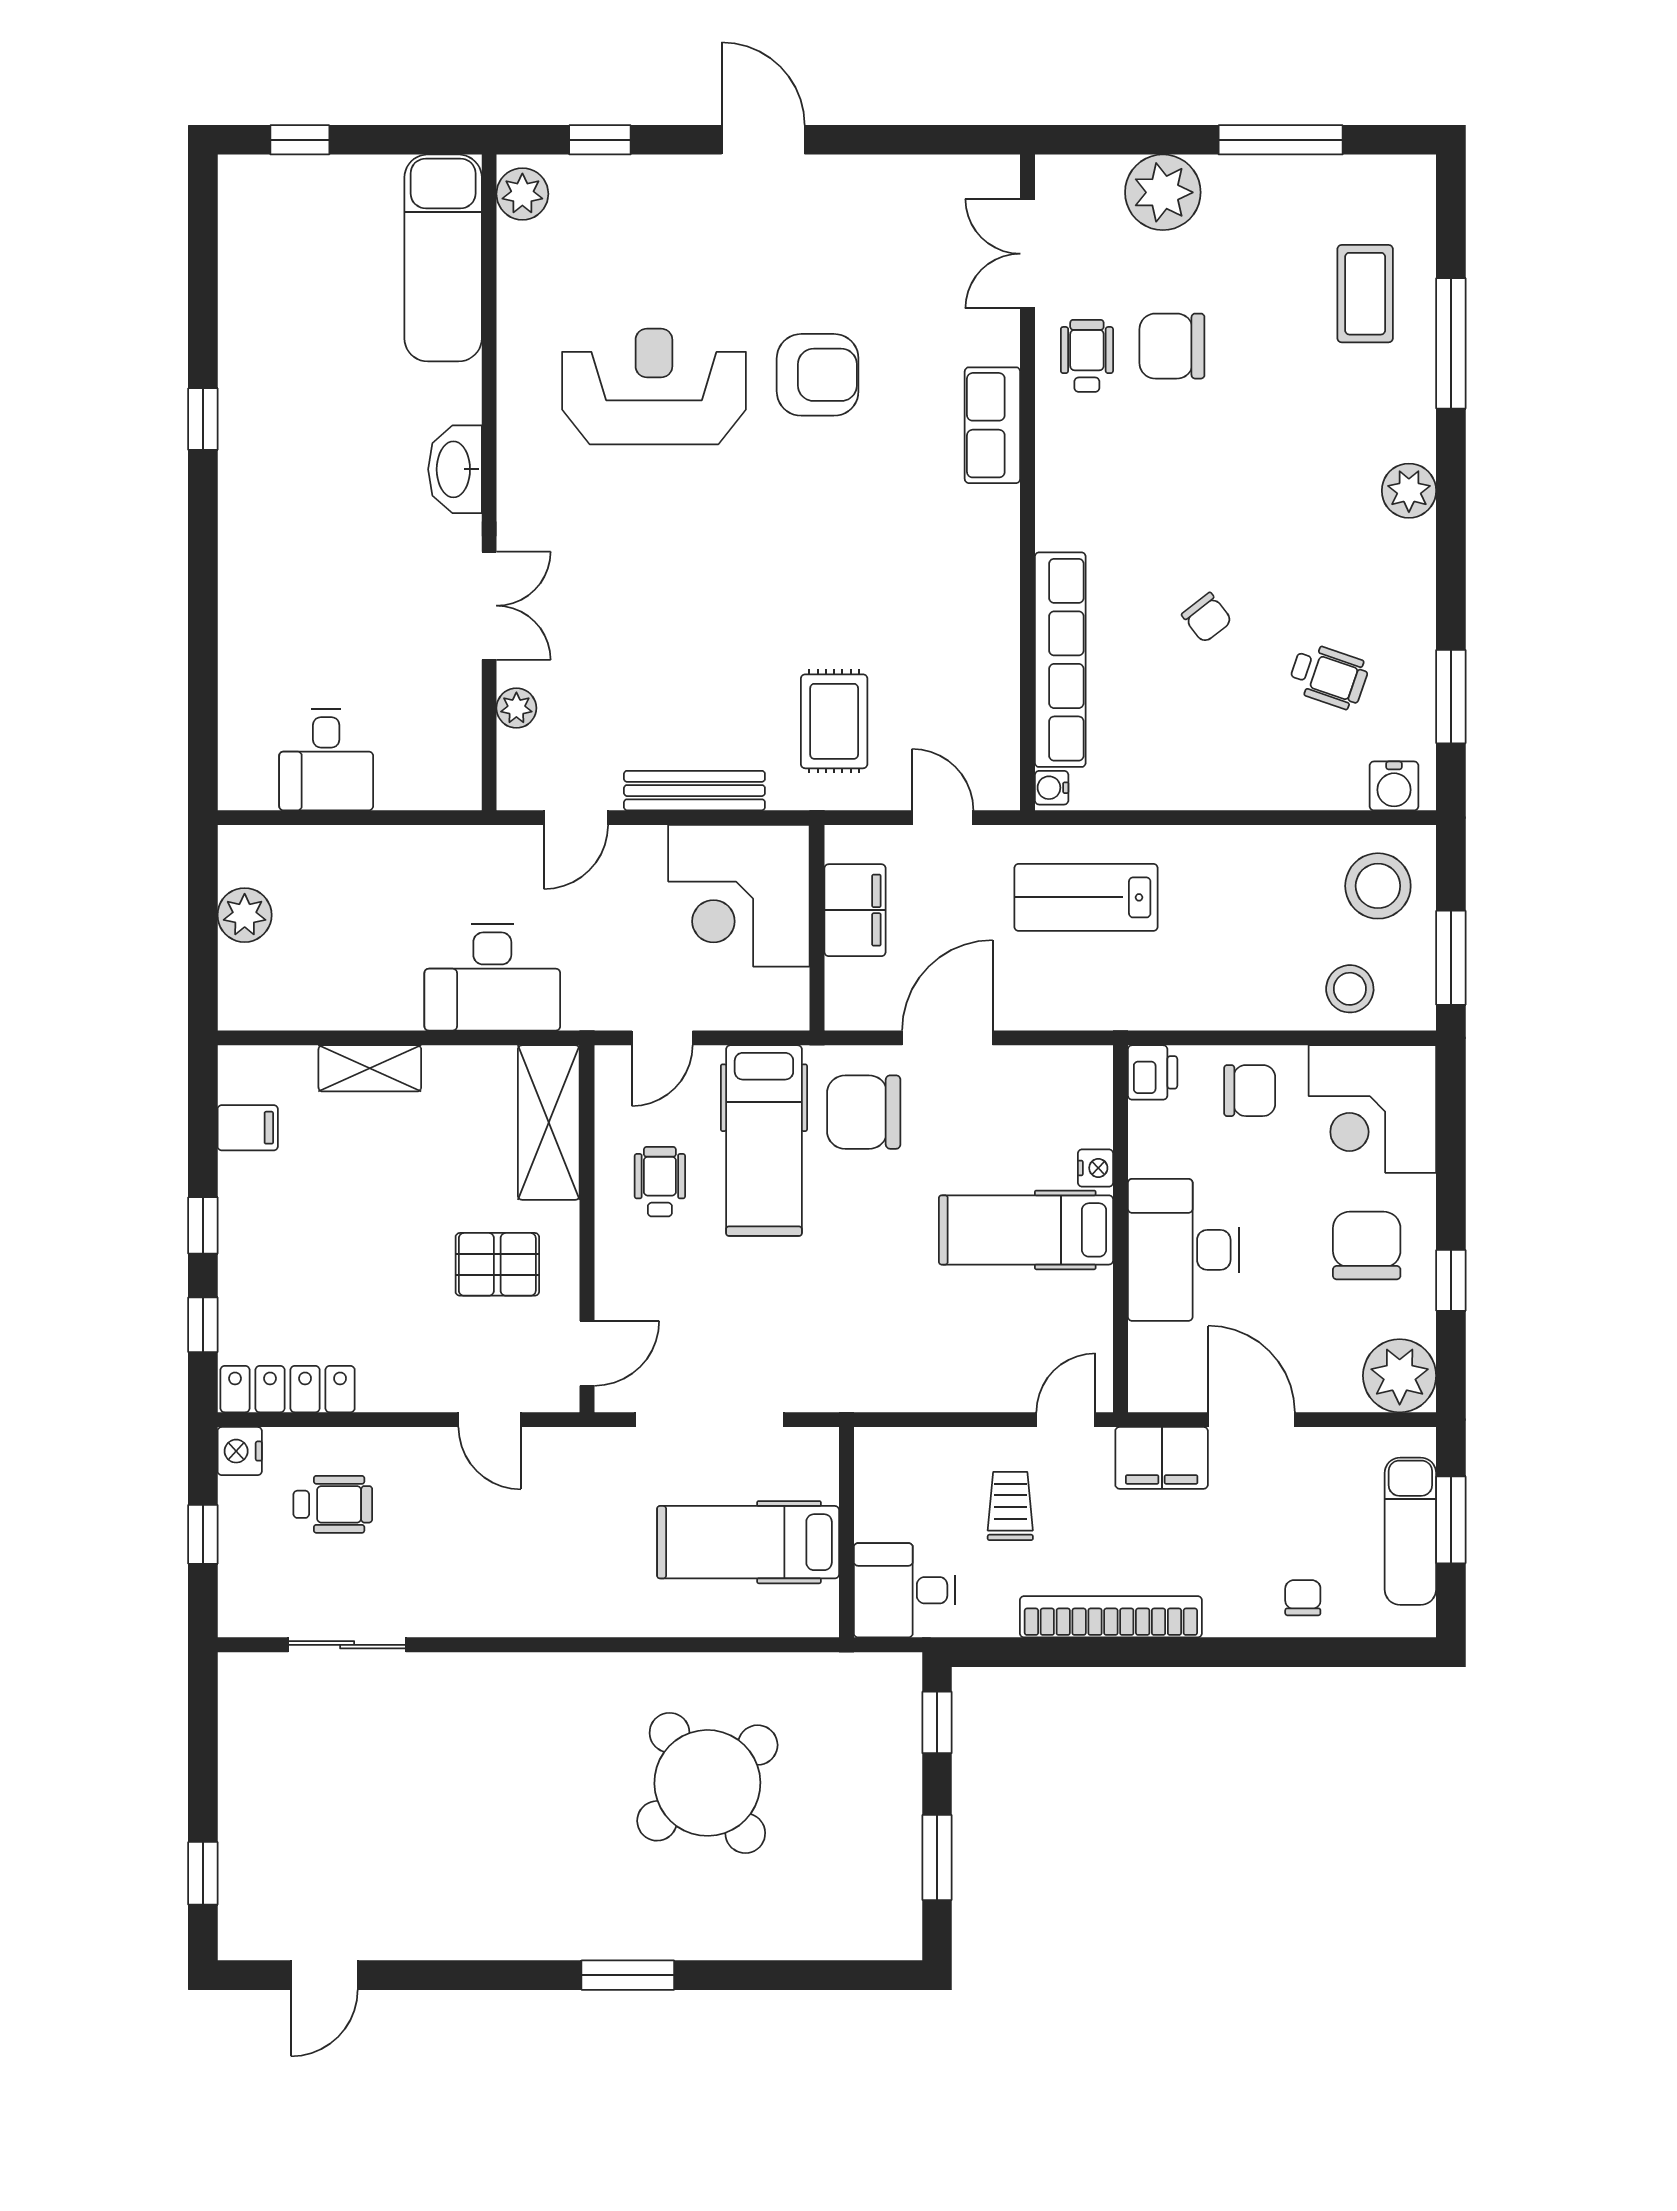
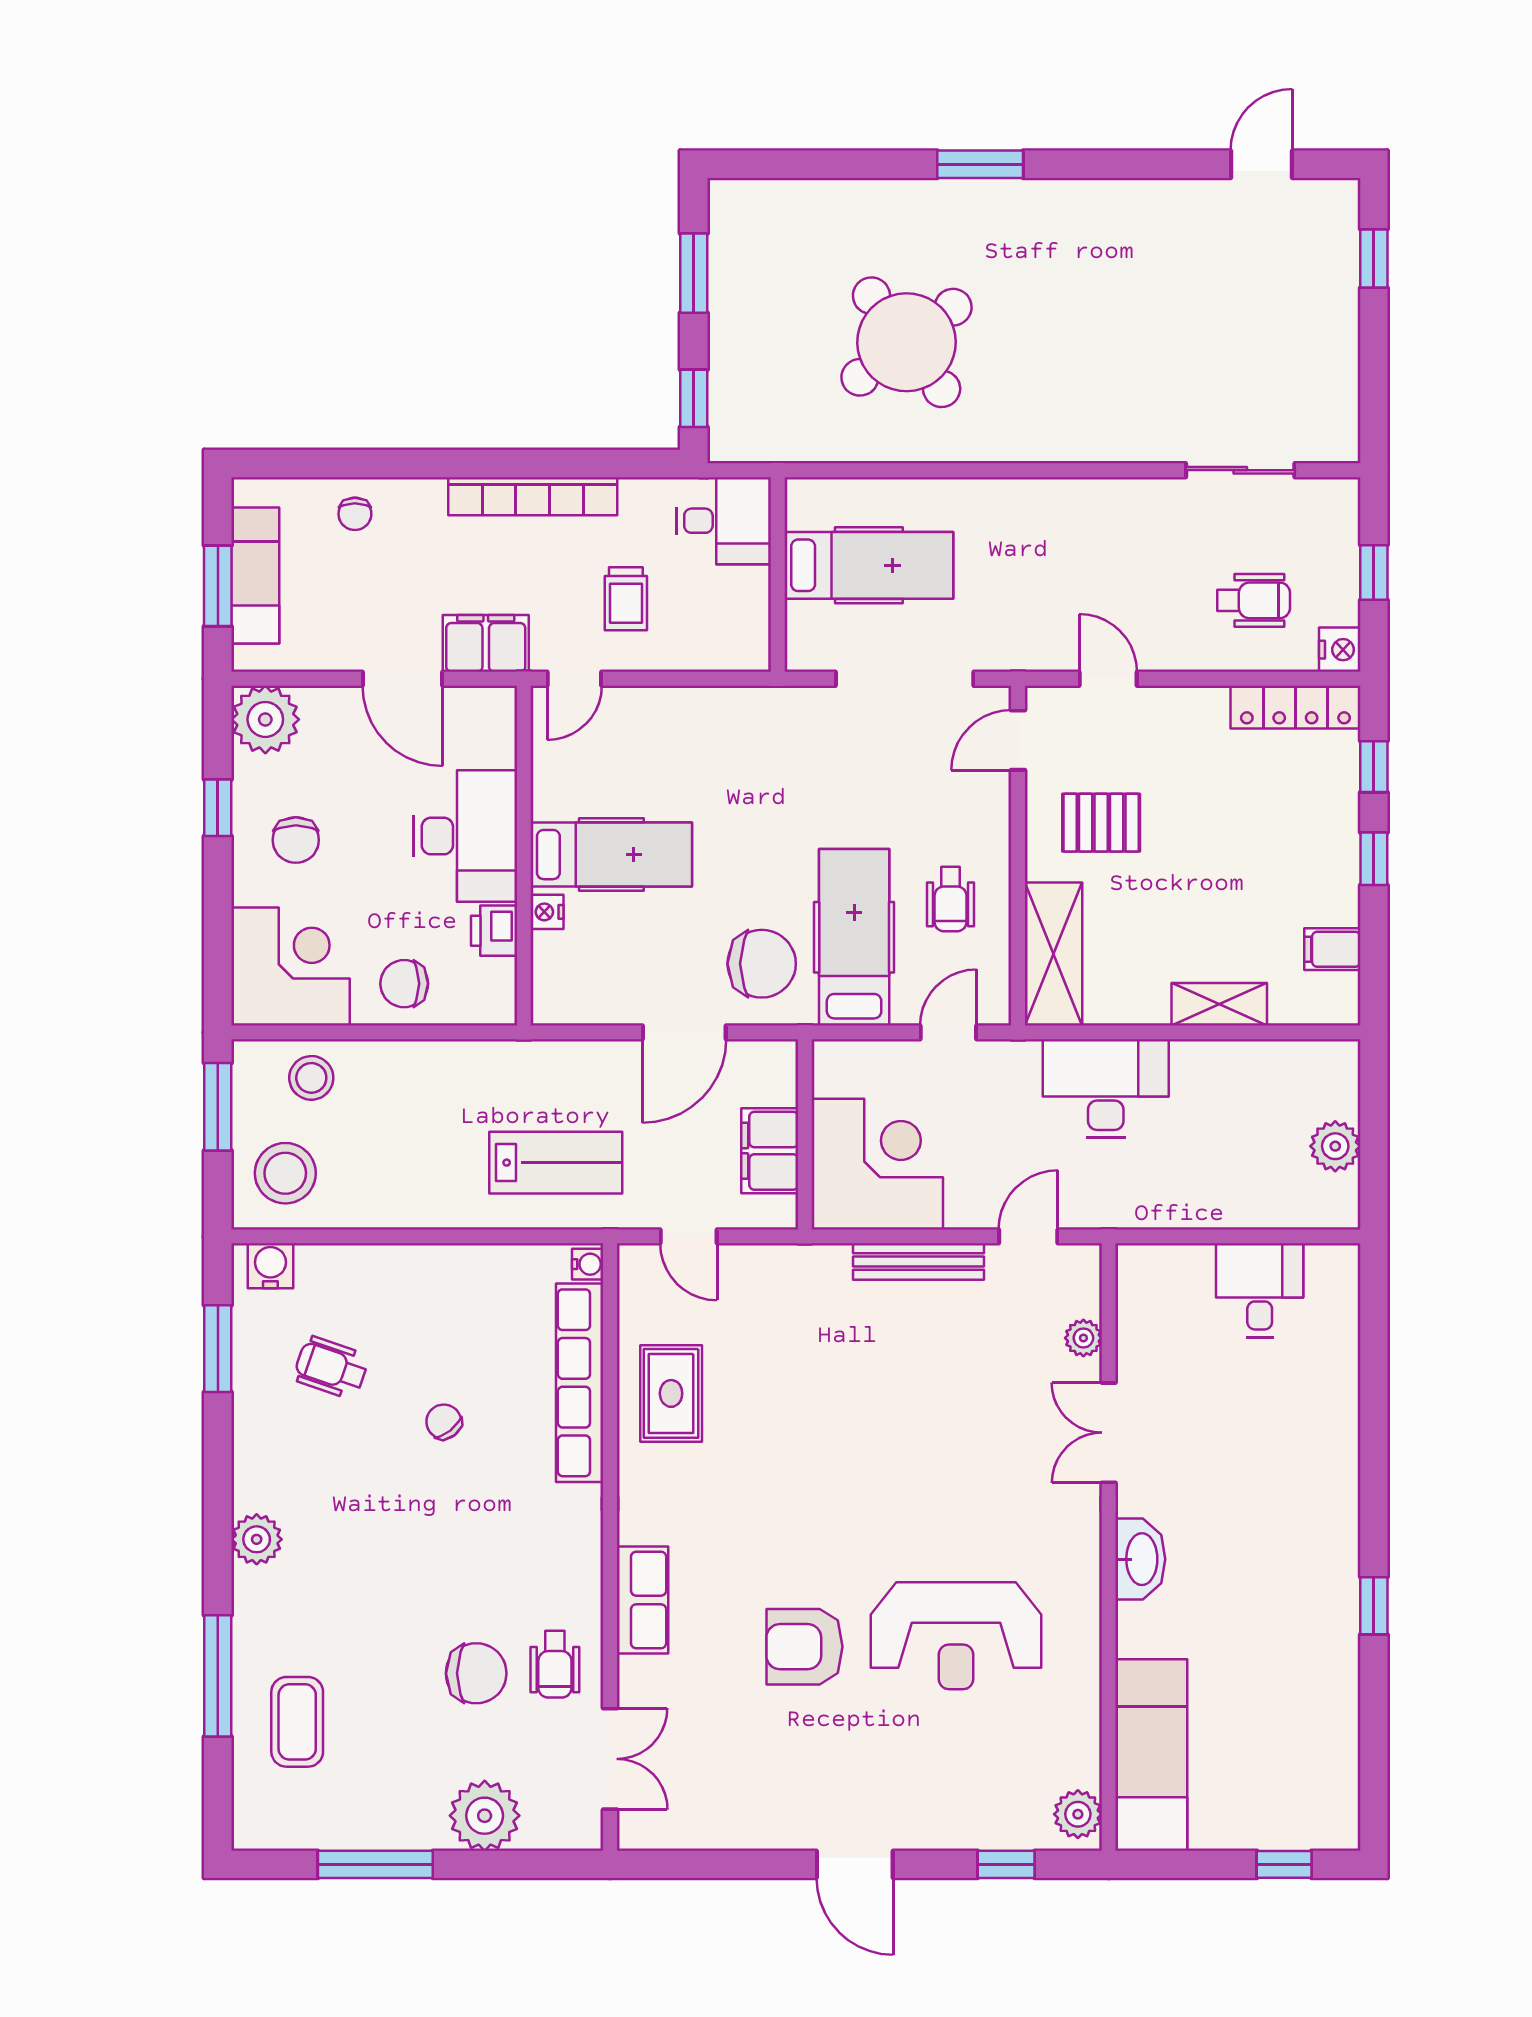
rug: (834, 721) -> (671, 1393), moved
printer: (1153, 1072) -> (494, 931), moved
chair: (1367, 1246) -> (296, 840), width x0.73, depth x0.73
wheelchair: (333, 1504) -> (1254, 600), turned 180

